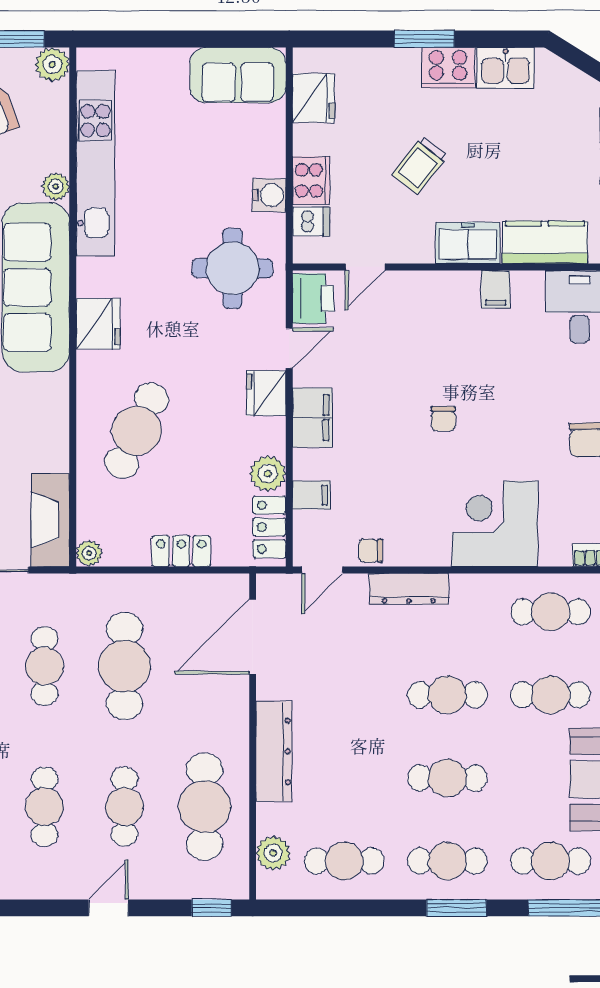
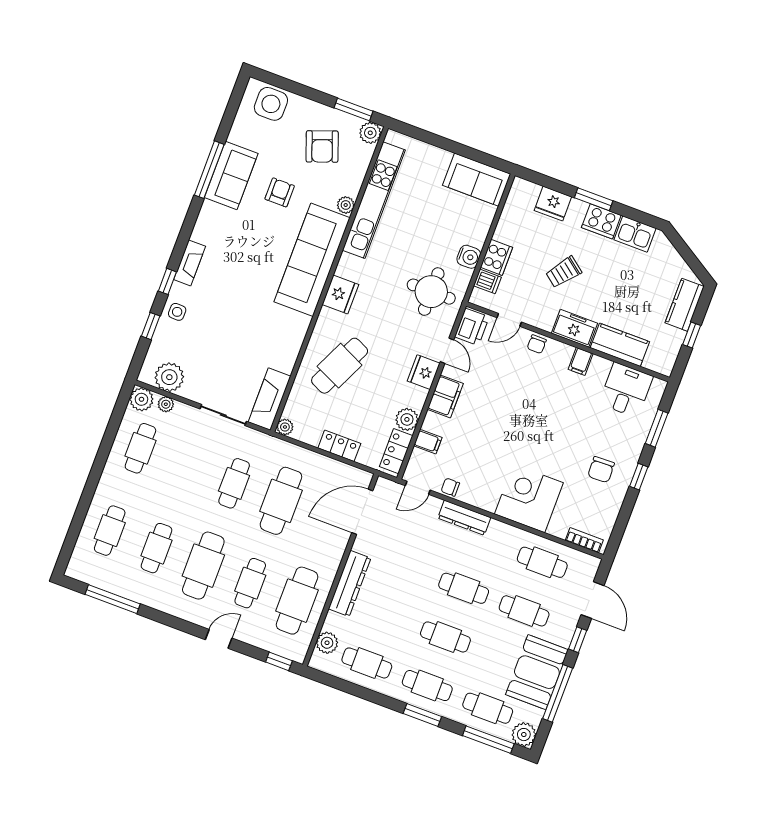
fridge: (313, 98) -> (553, 204), moved, turned 90
door: (289, 348) -> (447, 351), hinge flipped
chair: (443, 419) -> (537, 344), moved
cafe table: (45, 807) -> (203, 566), width x1.37, depth x1.35

